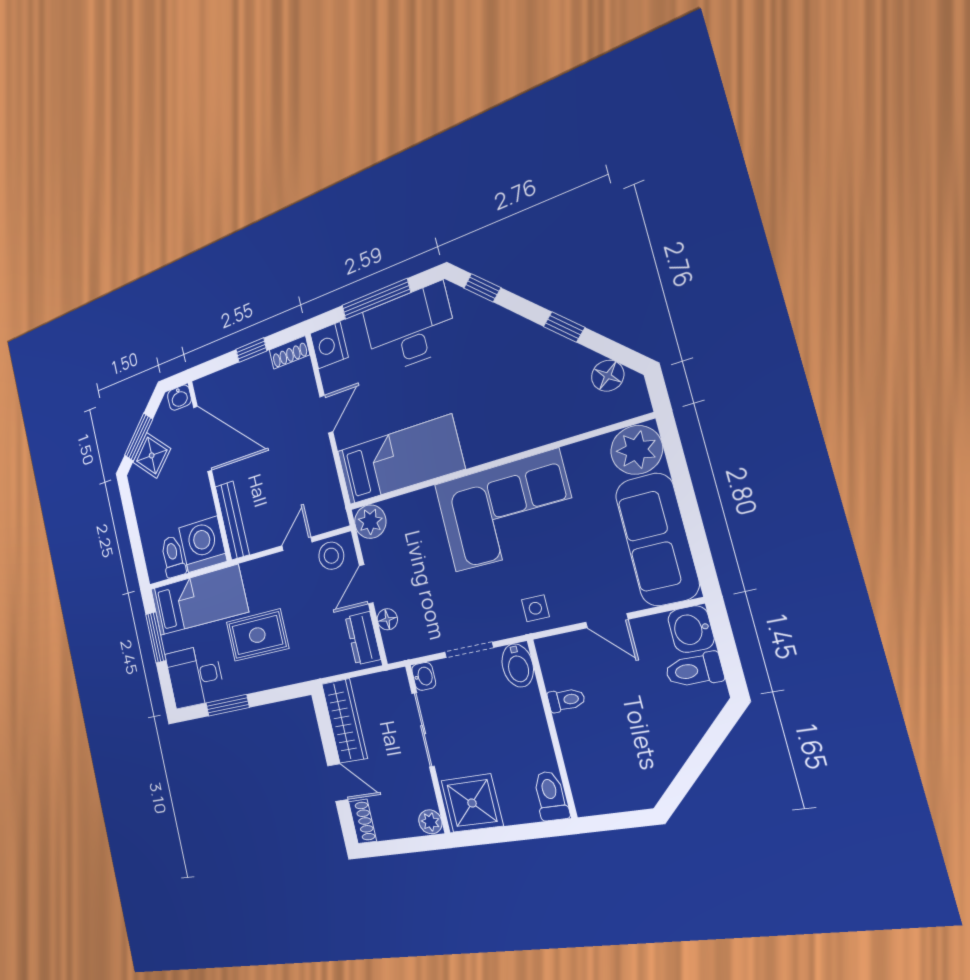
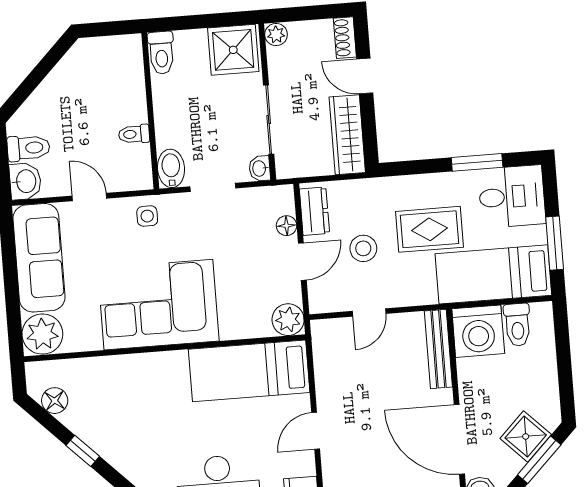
stool: (331, 556) -> (363, 248), moved

